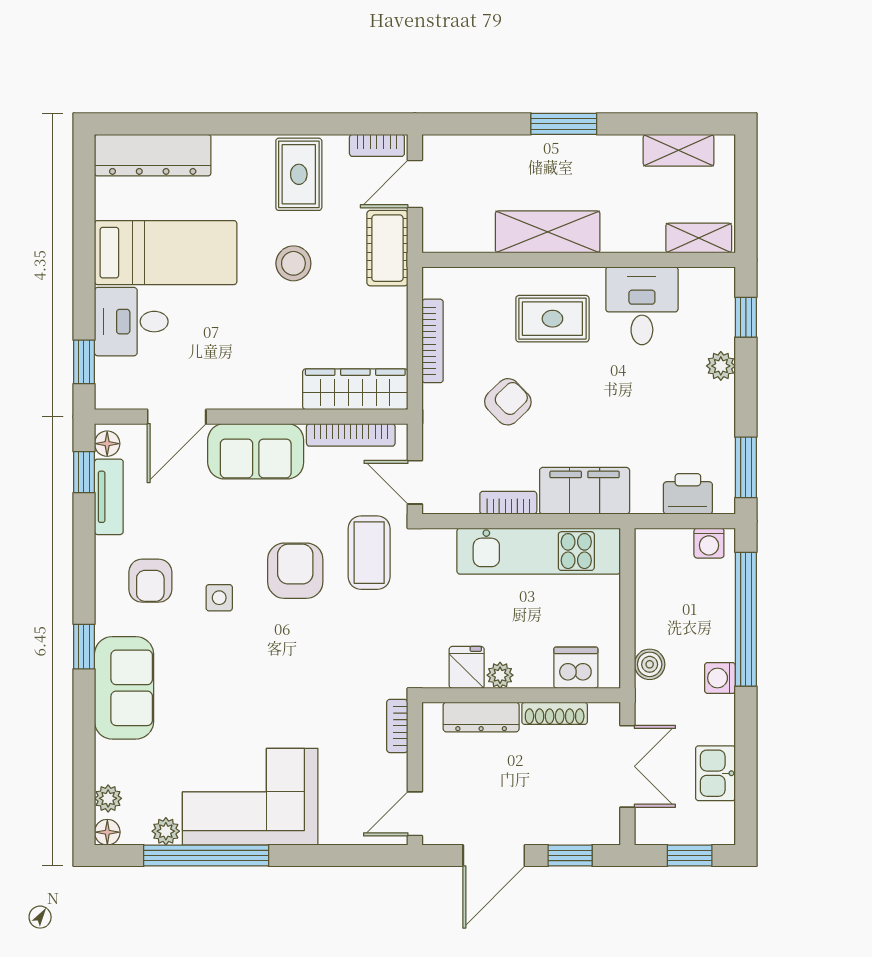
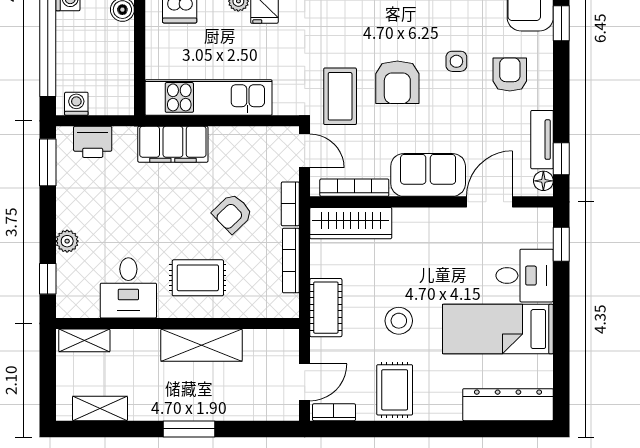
cot: (387, 248) -> (326, 308), moved
bookcase: (508, 503) -> (290, 204), moved, turned 90

